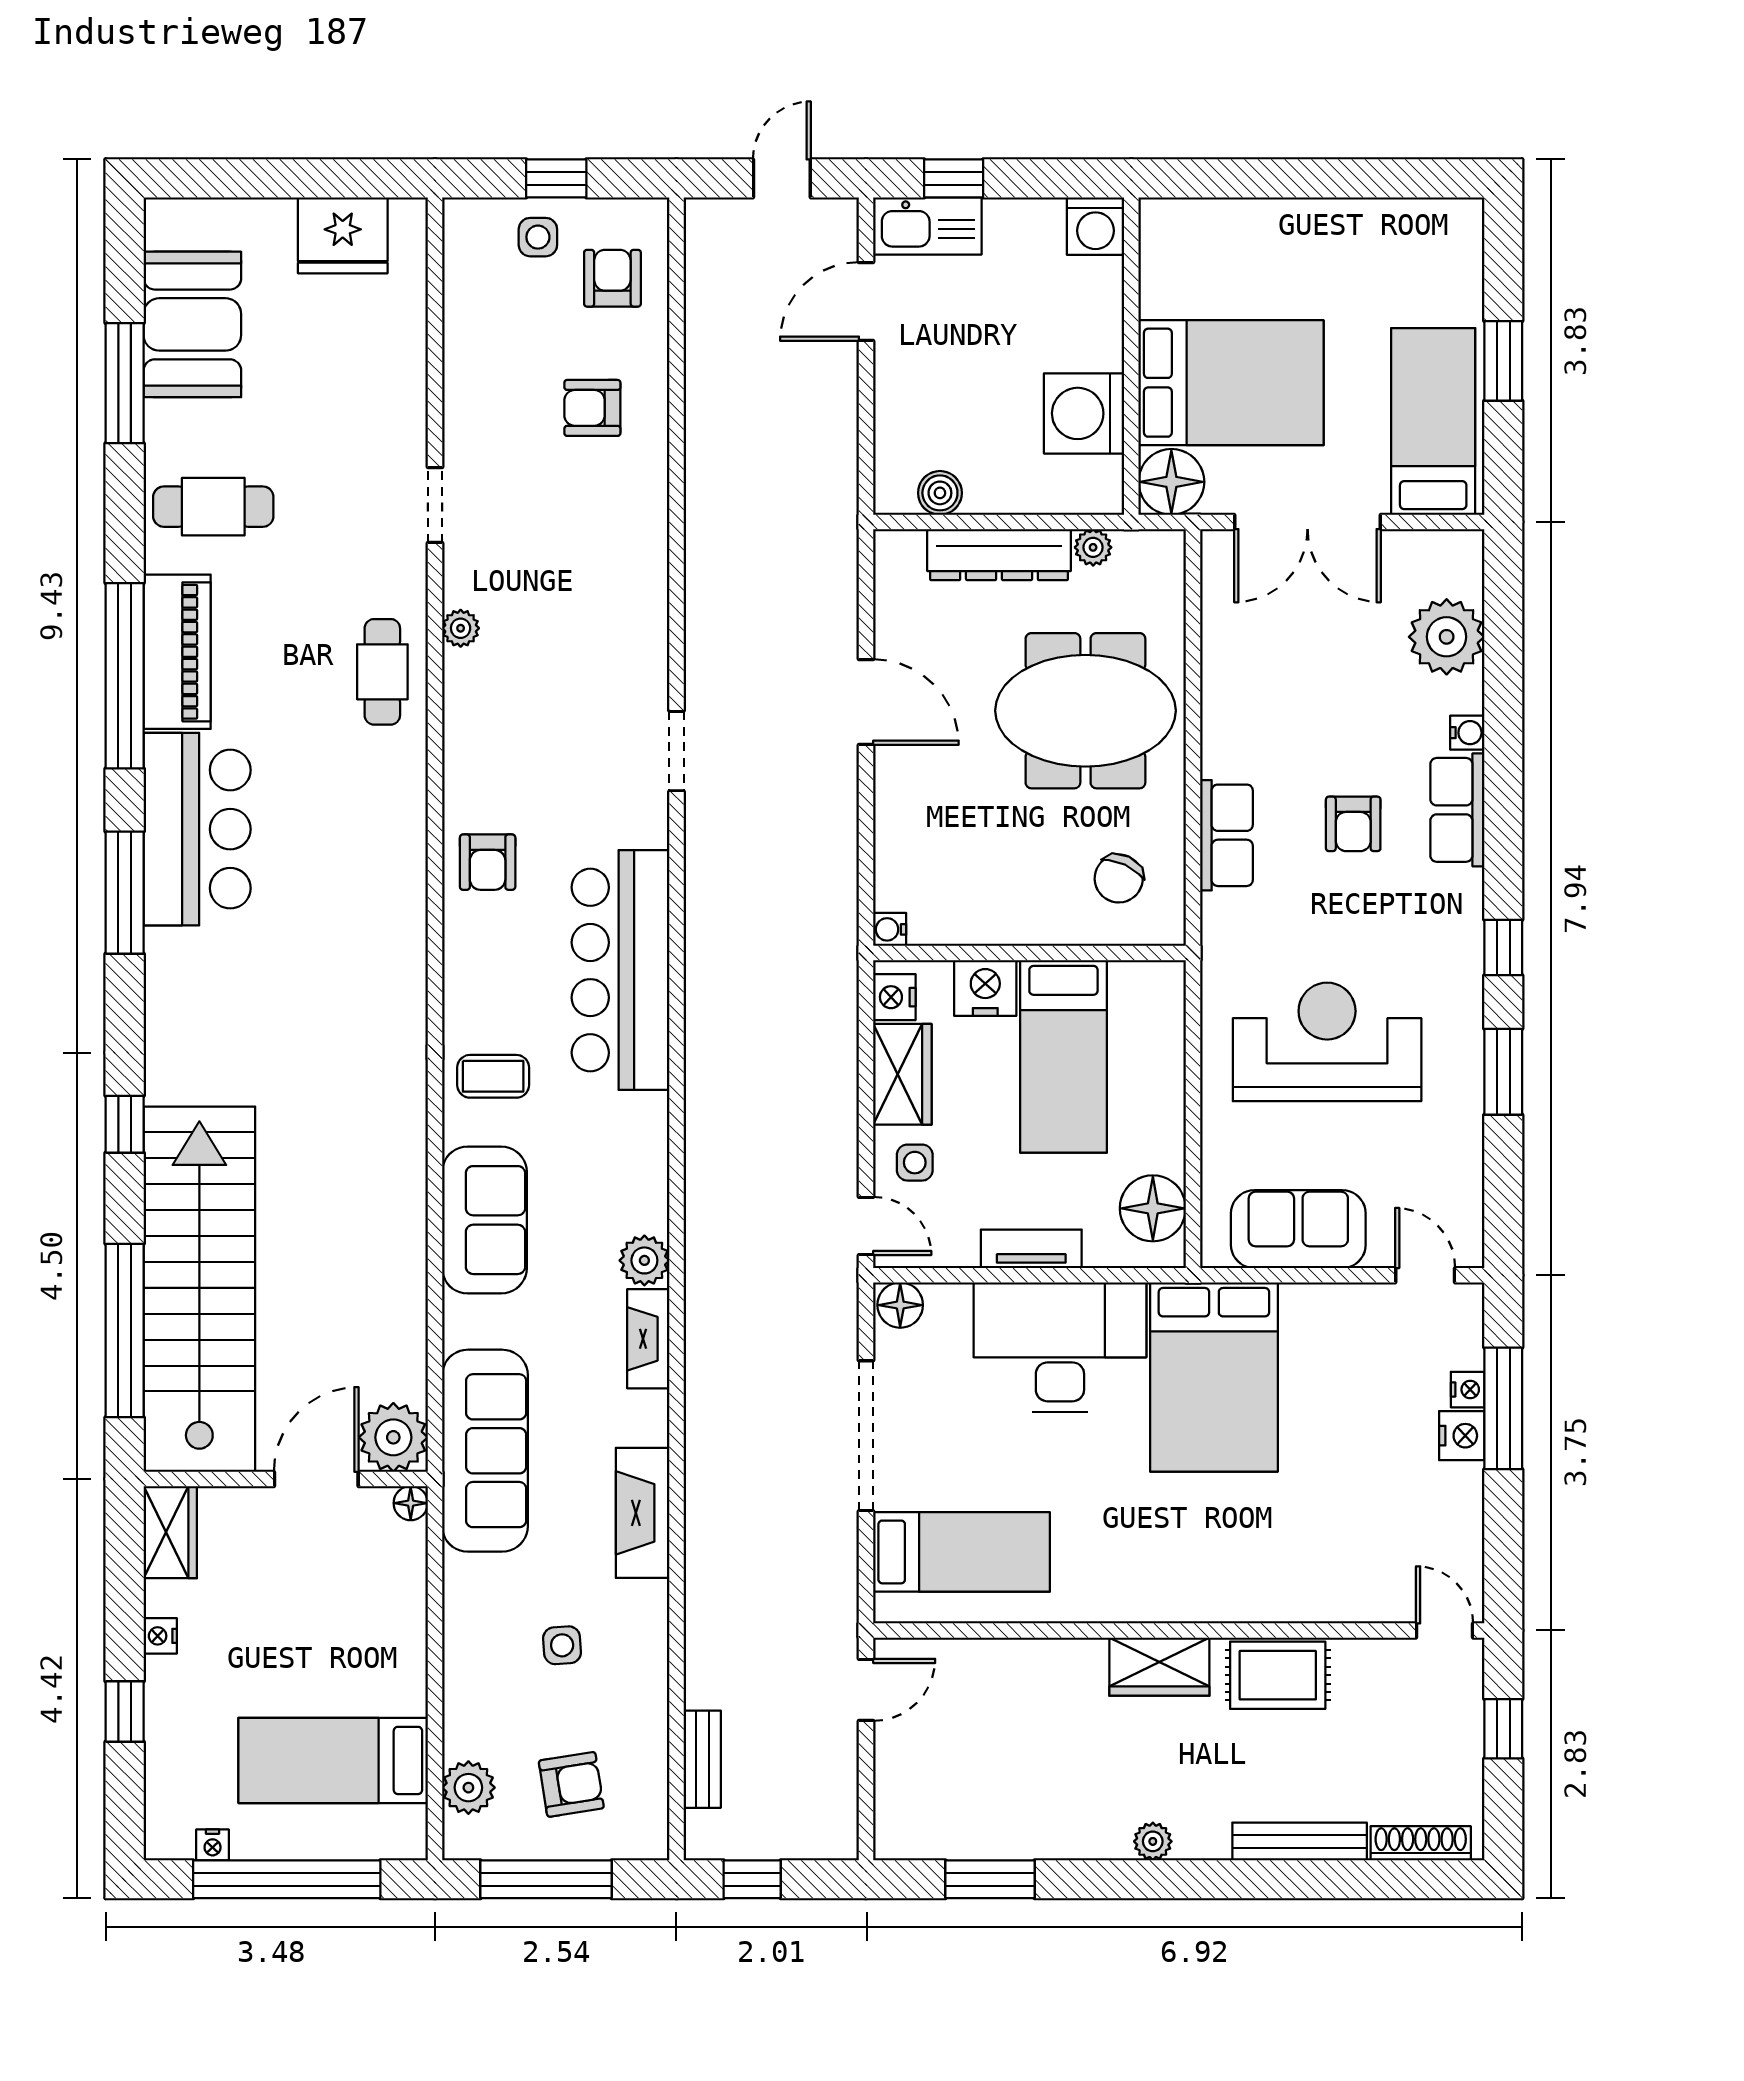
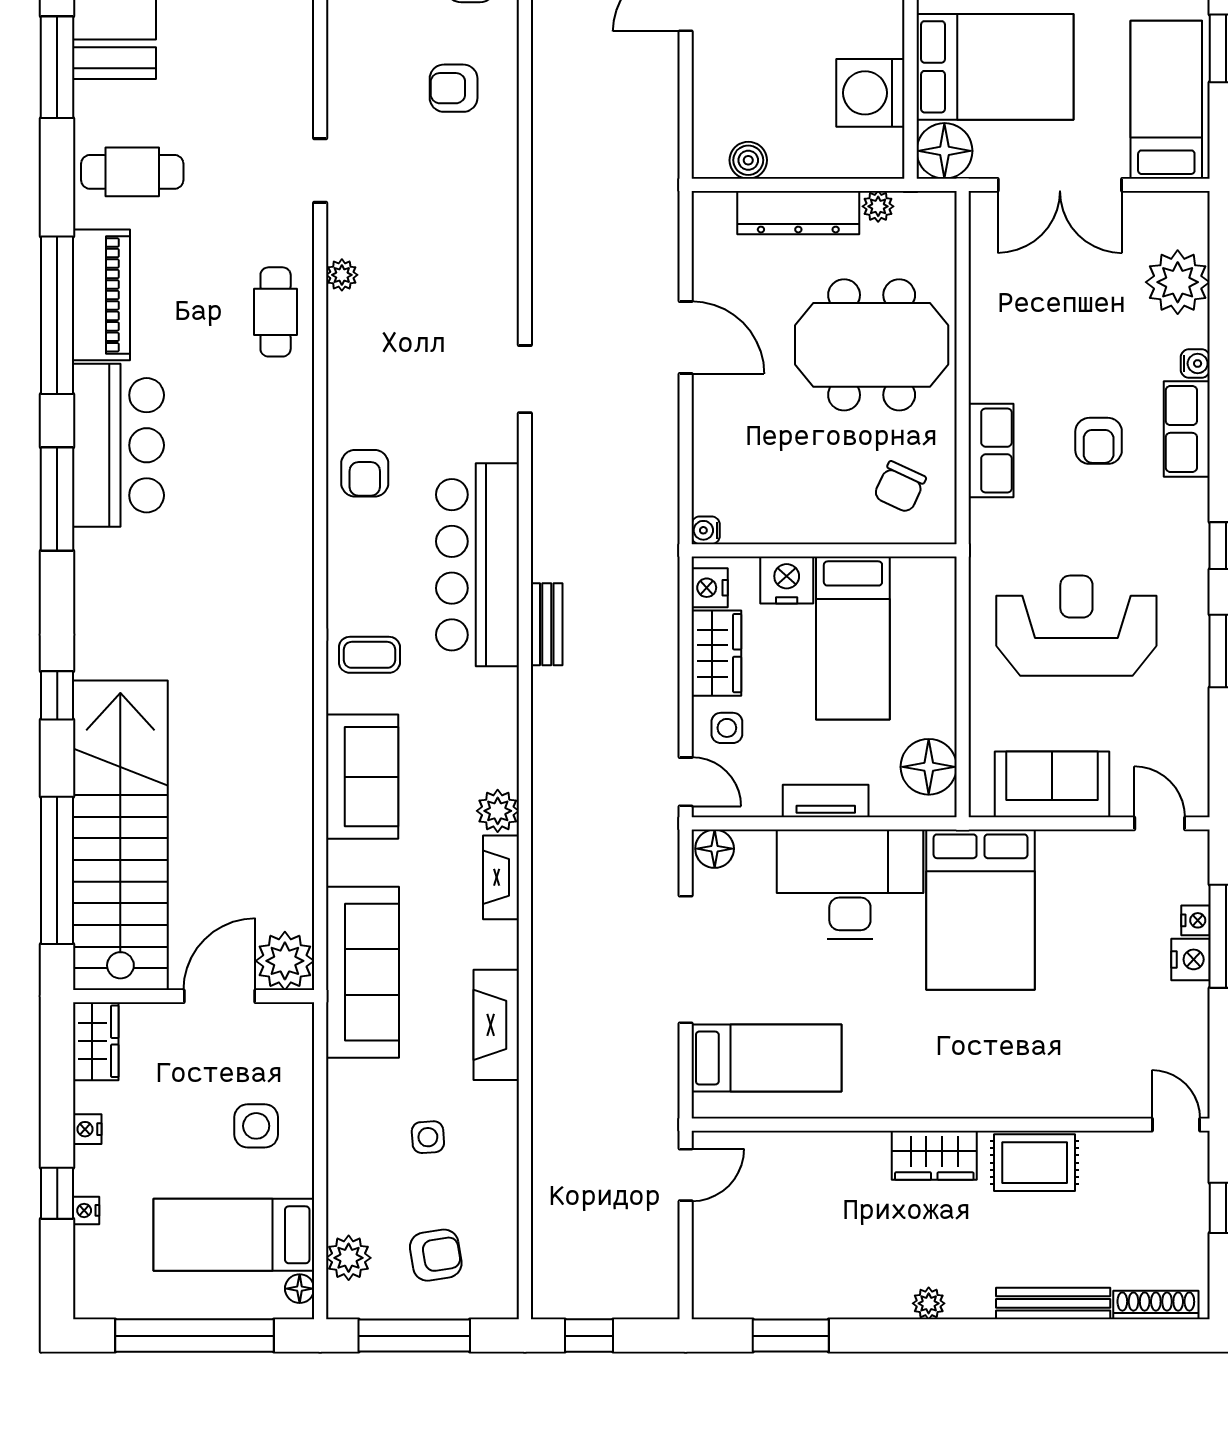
floor lamp: (411, 1503) -> (300, 1289), moved
side table: (359, 1632) -> (256, 1126), added
bench: (702, 1759) -> (547, 624), moved
nightstand: (213, 1845) -> (86, 1210), moved, turned 90

